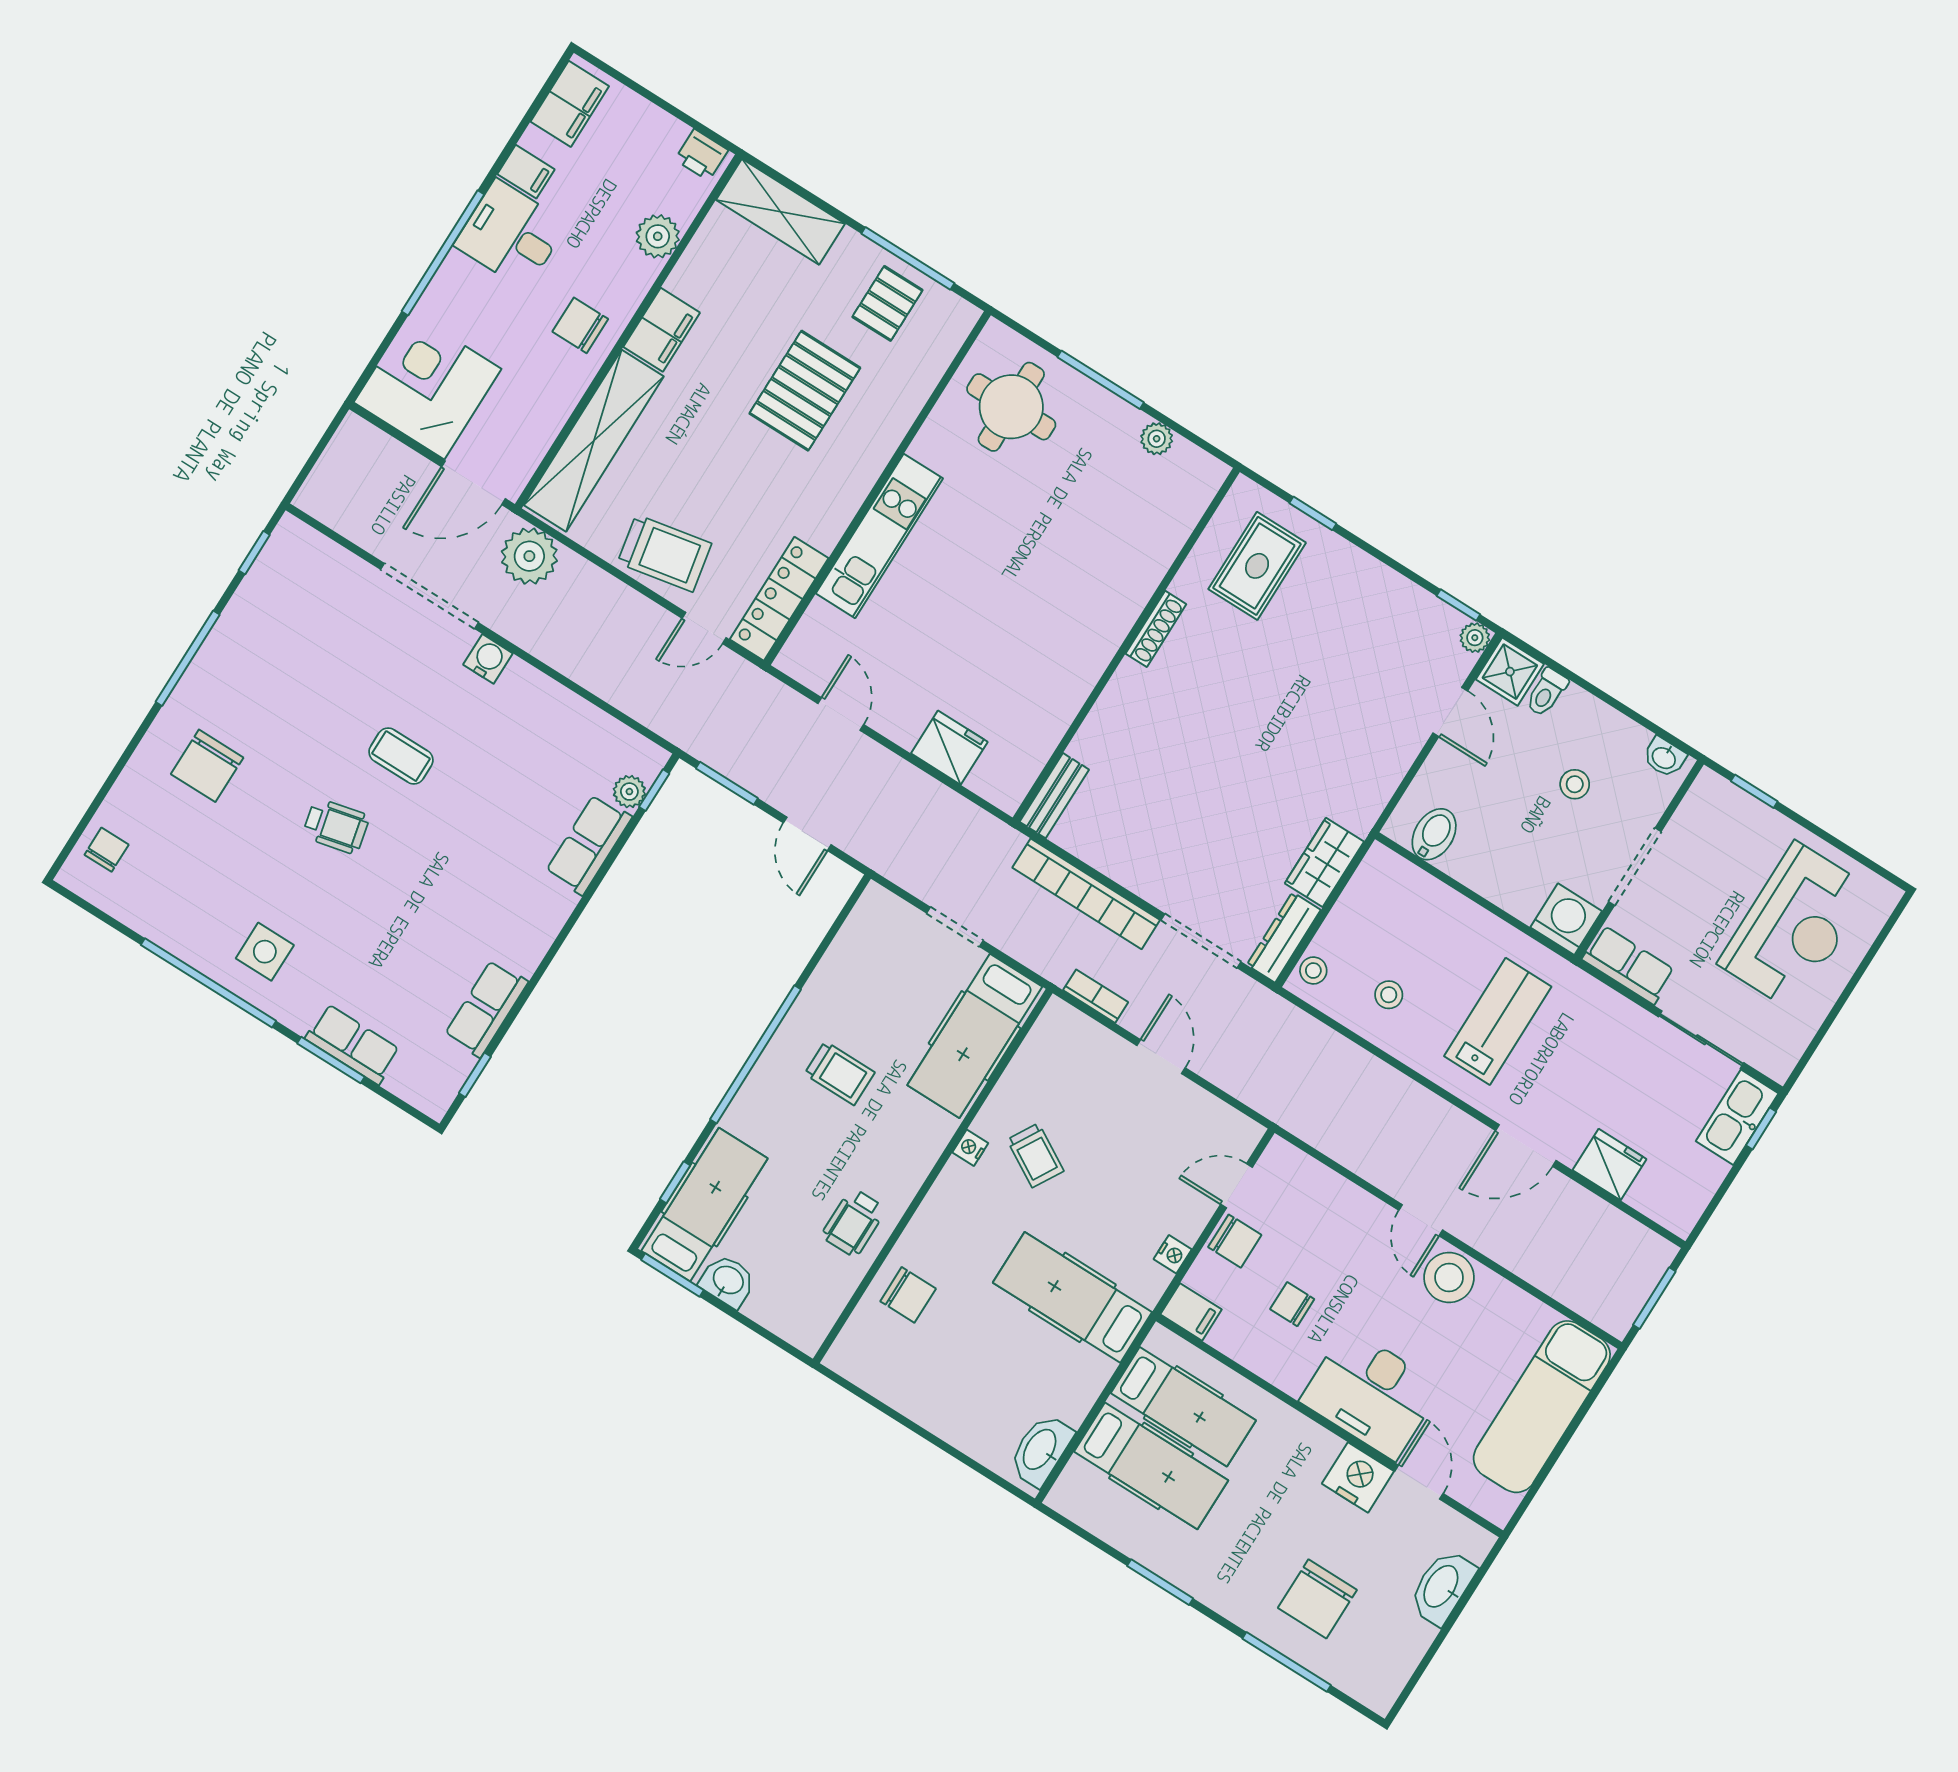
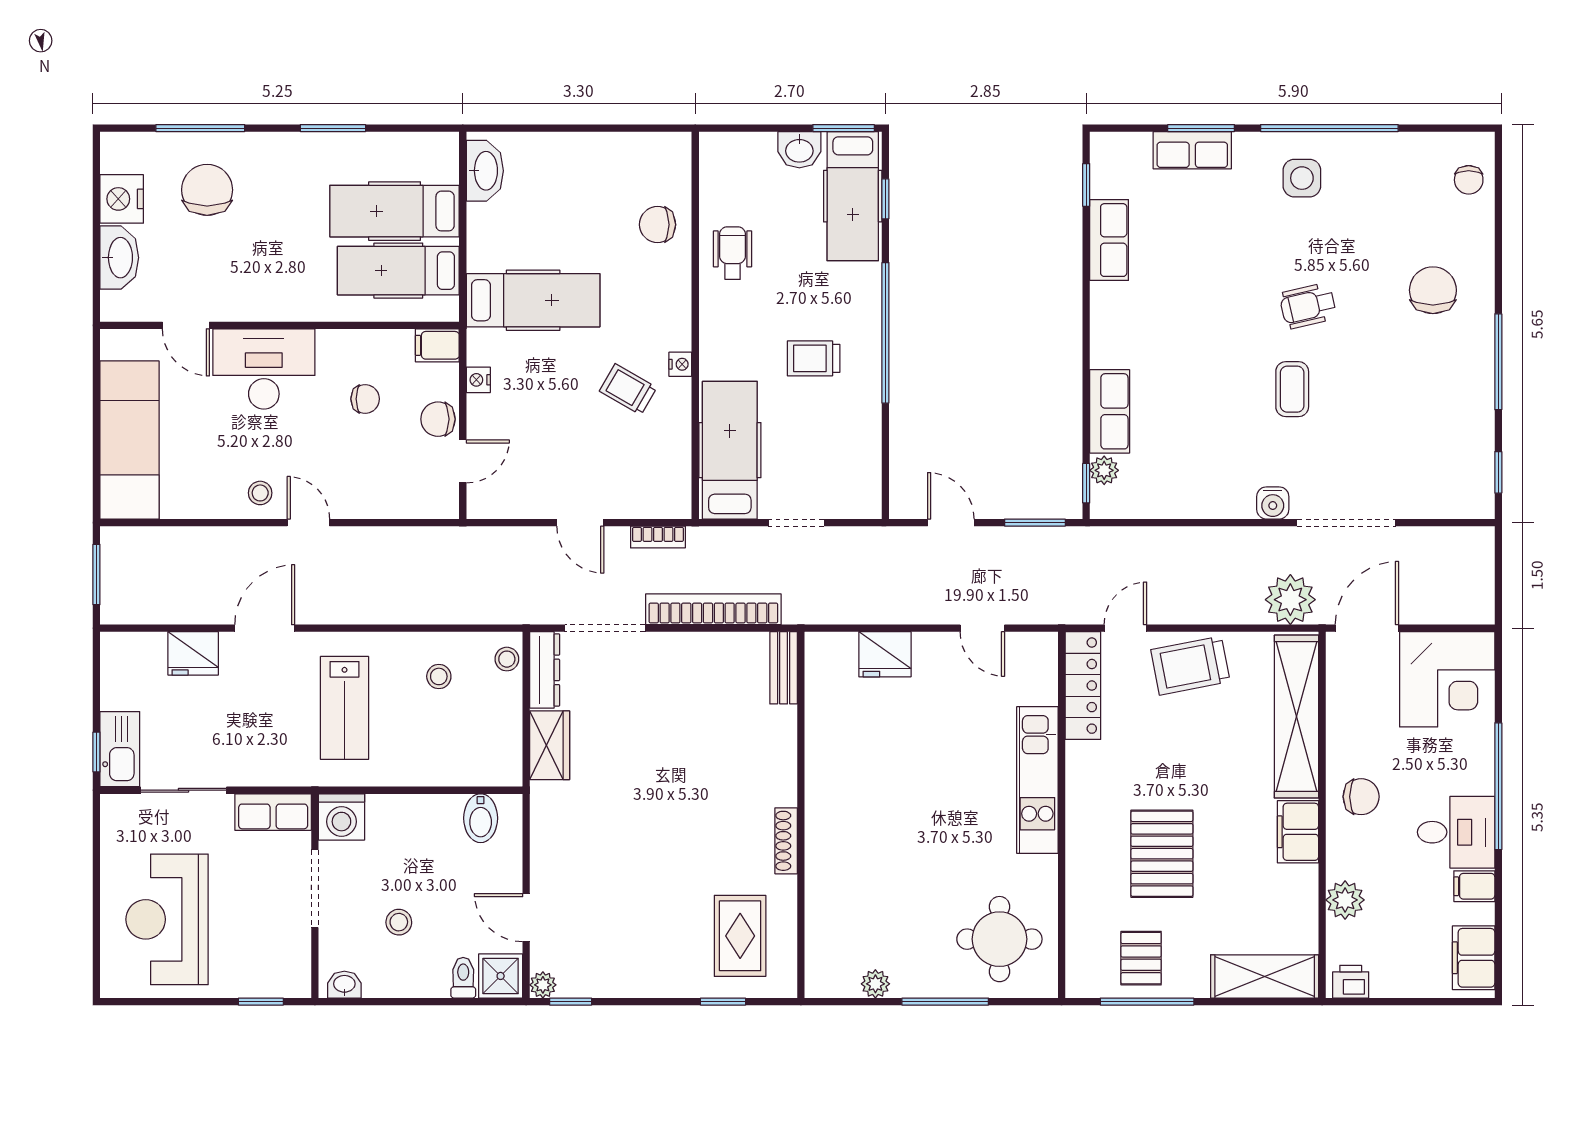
coffee table: (401, 756) -> (1292, 389), turned 90
stool: (1449, 1278) -> (260, 493), width x0.53, depth x0.53
nightstand: (1358, 1477) -> (122, 199), moved, turned 90

